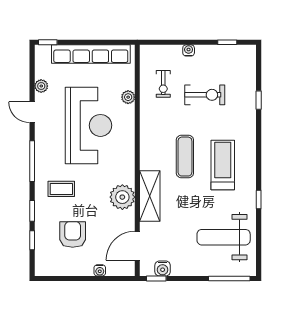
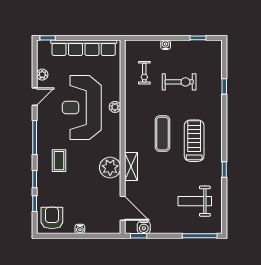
plant: (128, 97) -> (115, 107), moved
door: (32, 112) -> (35, 97), swing flipped
reception desk: (88, 125) -> (82, 108), turned 180
coffee table: (61, 189) -> (59, 161), turned 90
shelving: (150, 196) -> (131, 167), width x0.67, depth x0.75
armchair: (73, 234) -> (52, 218), moved
weight bench: (224, 237) -> (195, 201), width x0.73, depth x0.75
door: (137, 246) -> (123, 208), swing flipped
water cooler: (100, 270) -> (80, 229), moved

